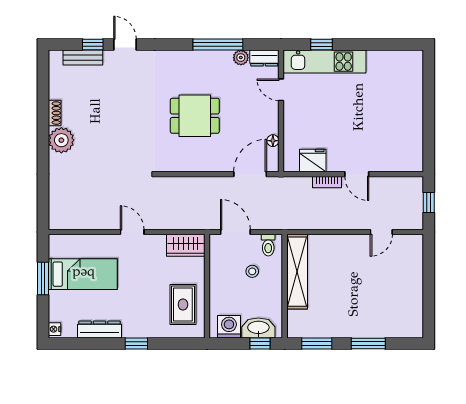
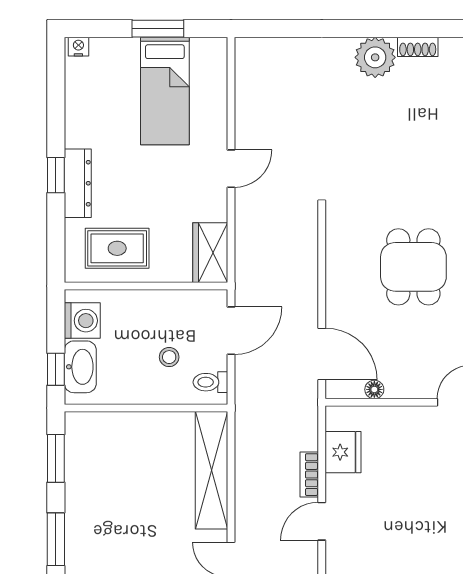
shelving: (297, 272) -> (212, 470), moved, turned 90
dresser: (99, 330) -> (78, 183), moved

